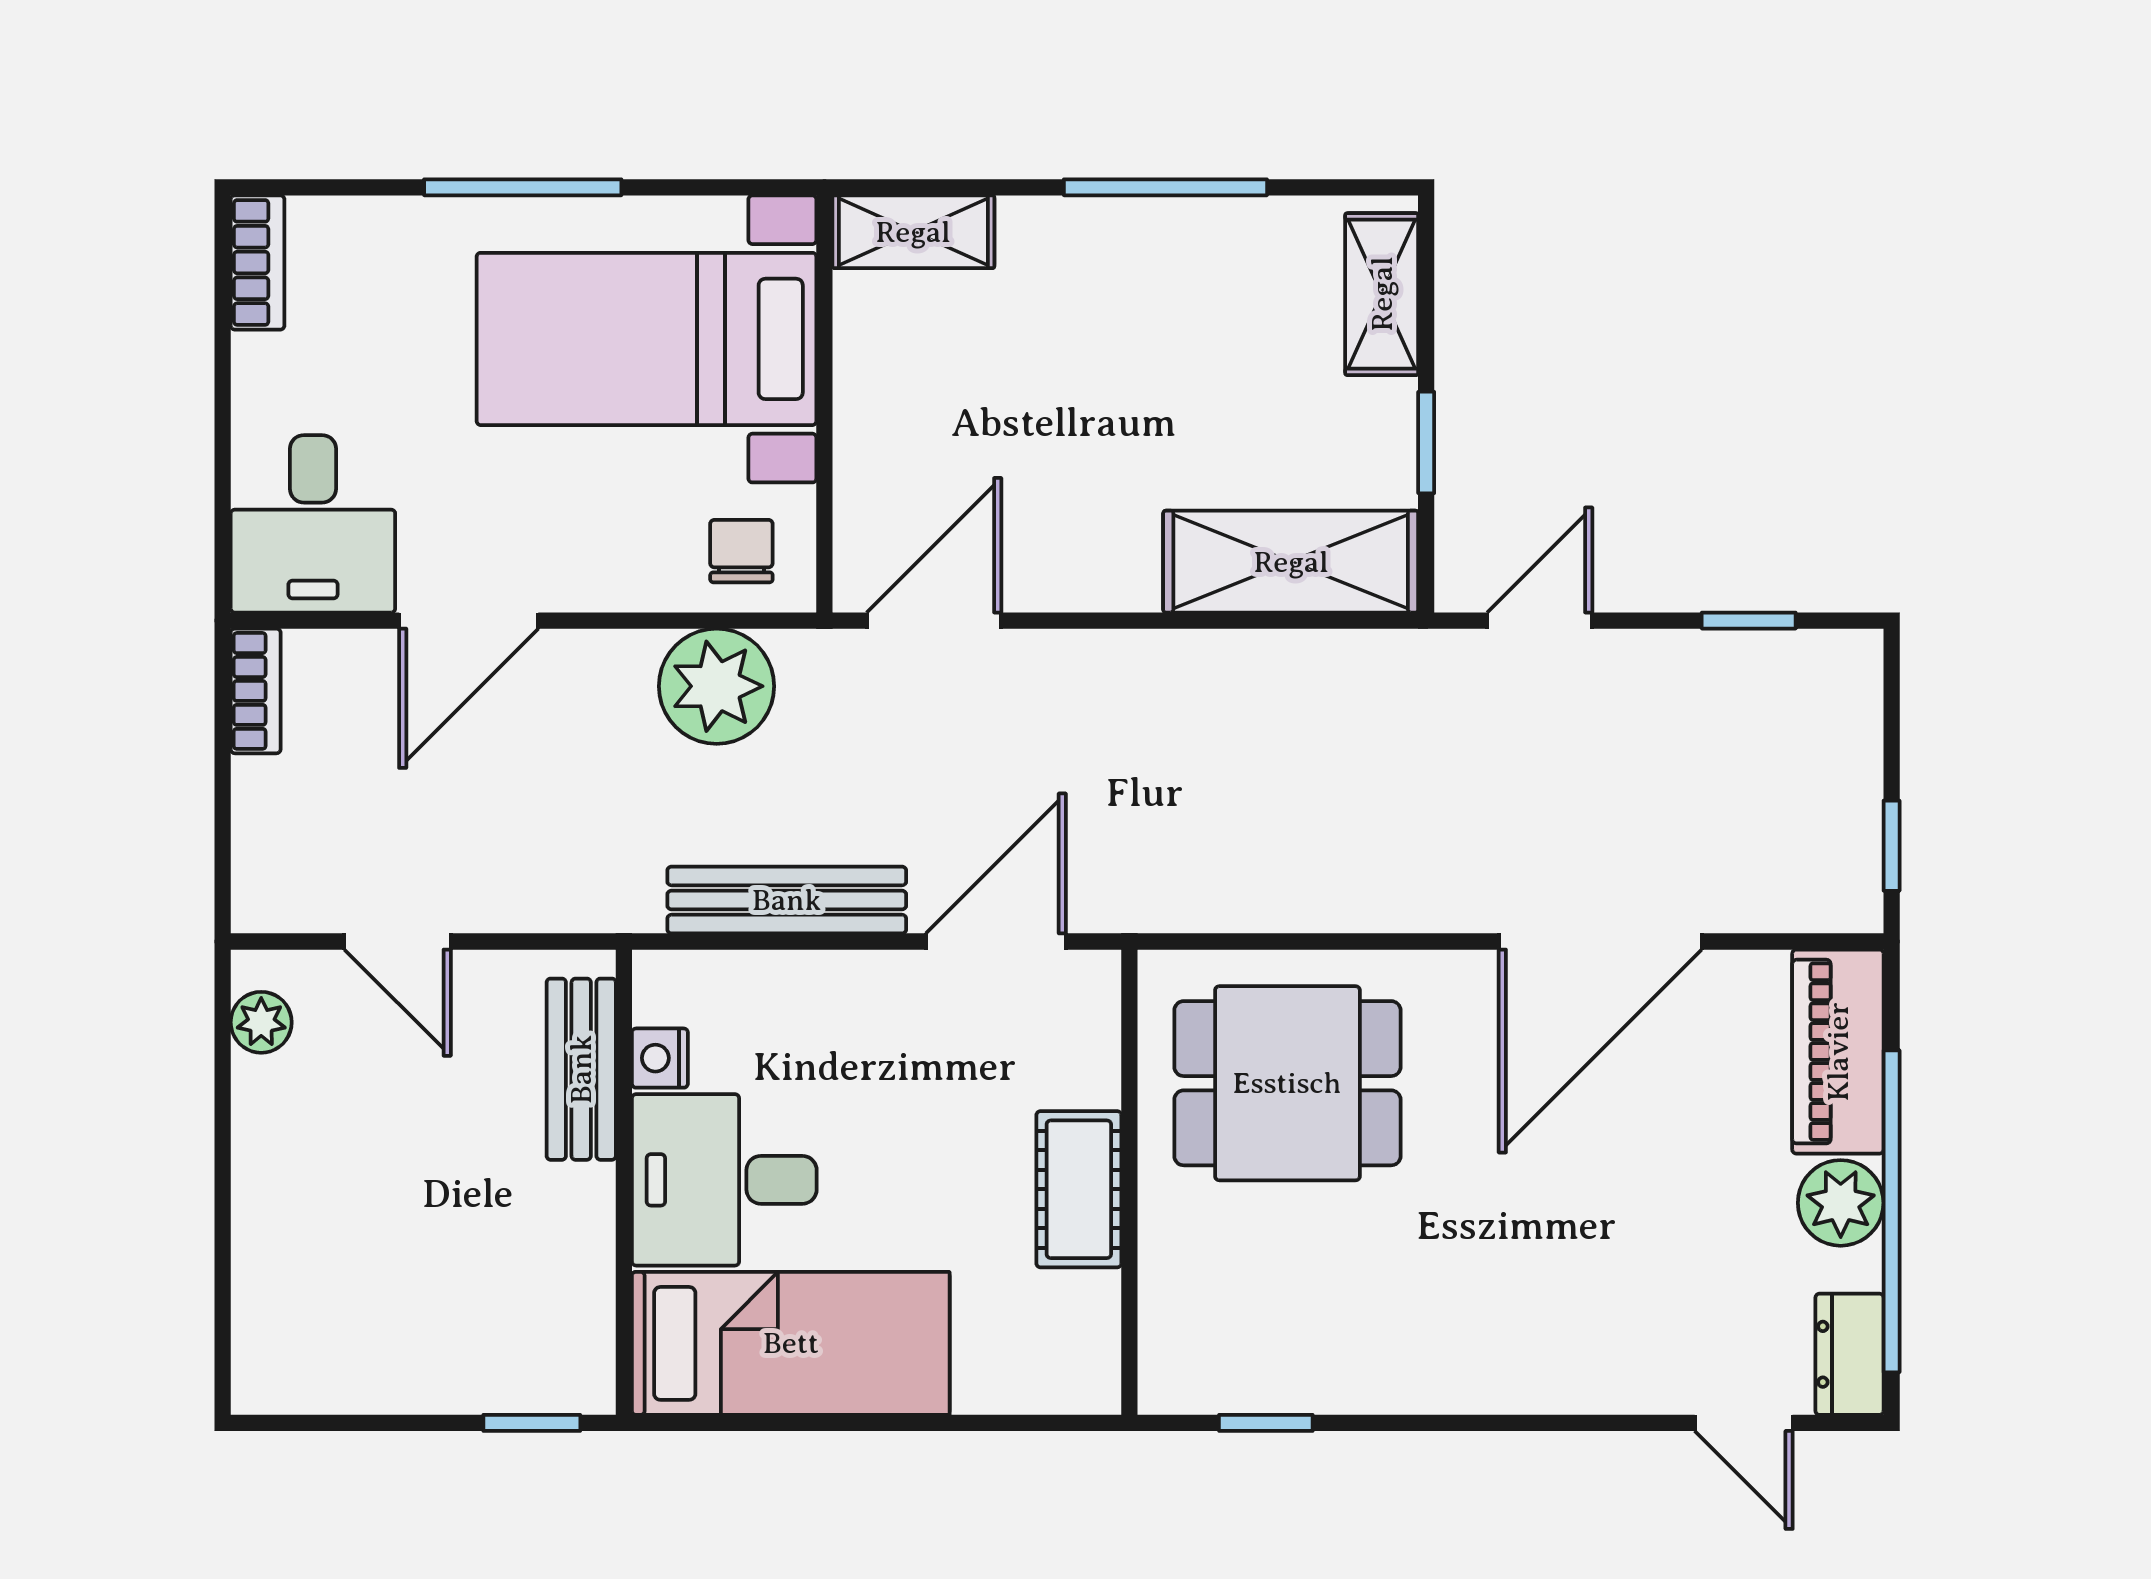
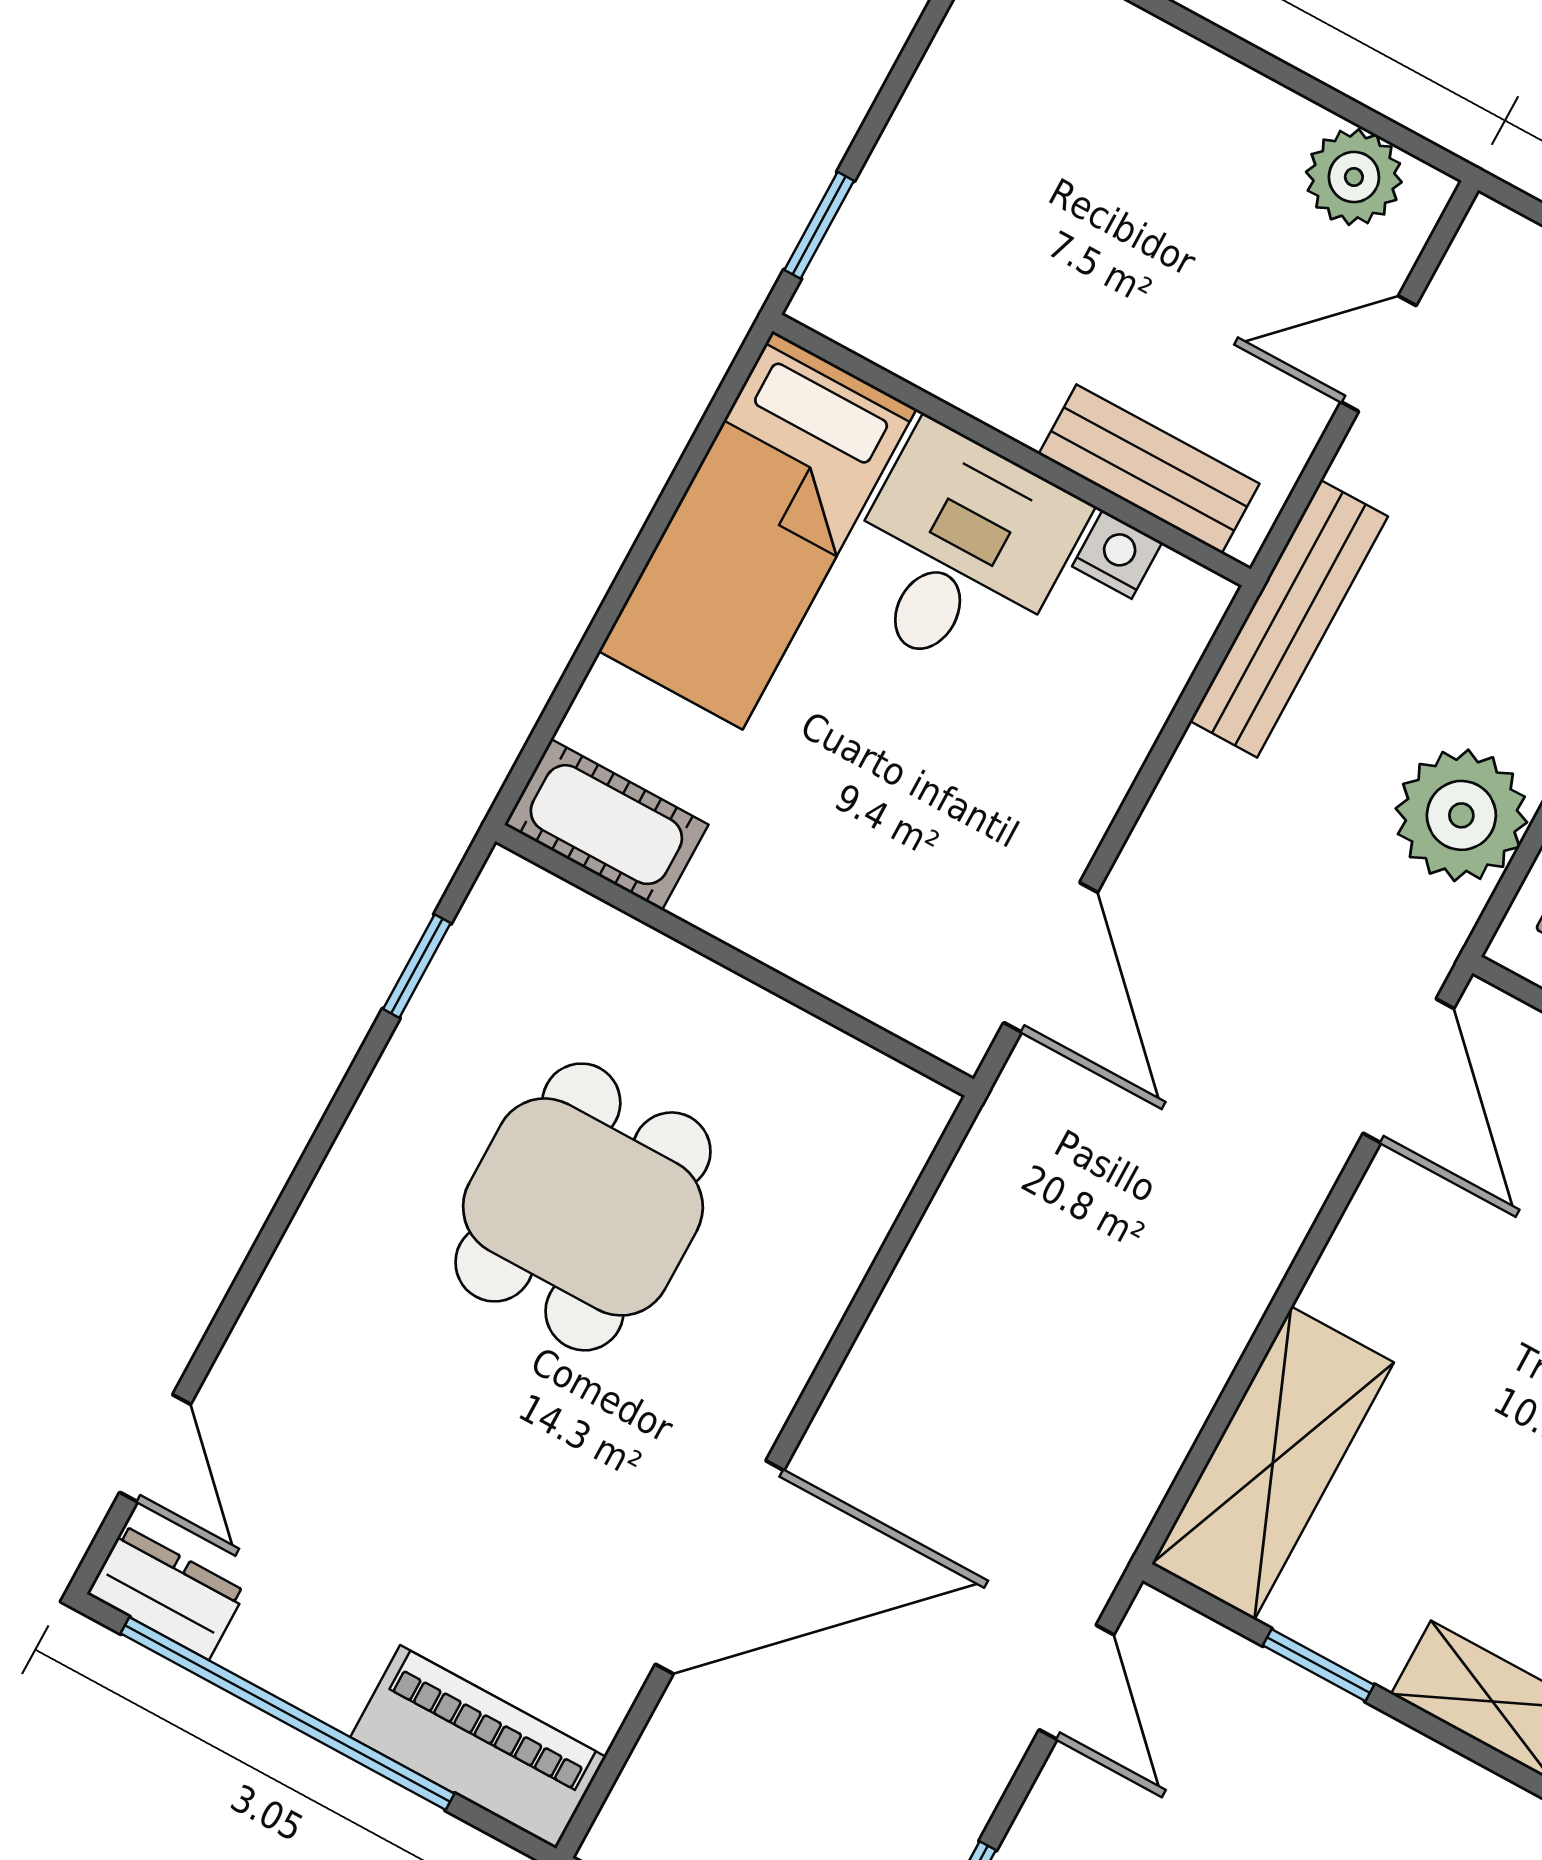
bench: (787, 900) -> (1289, 619), moved
door: (1600, 941) -> (720, 1567), swing flipped
plant: (261, 1022) -> (1354, 177), width x1.38, depth x1.38
dining table: (1287, 1083) -> (583, 1207), moved
cot: (1079, 1189) -> (606, 825), moved
plant: (1841, 1203) -> (324, 1667), removed
door: (1744, 1423) -> (155, 1448), swing flipped

